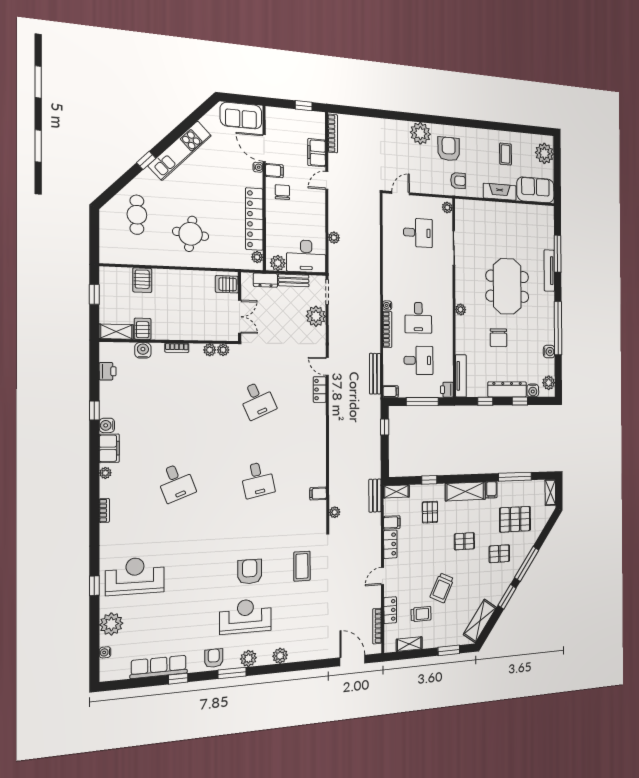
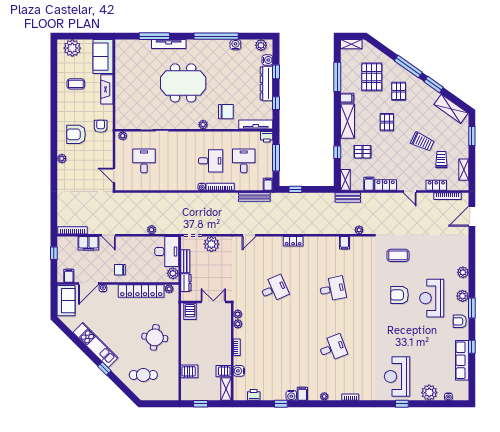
plant: (420, 133) -> (62, 159), width x0.53, depth x0.53
filing cabinet: (274, 171) -> (69, 276), moved
chair: (498, 338) -> (226, 112), moved
locker: (320, 390) -> (293, 241), moved
filing cabinet: (109, 448) -> (302, 394), width x0.50

